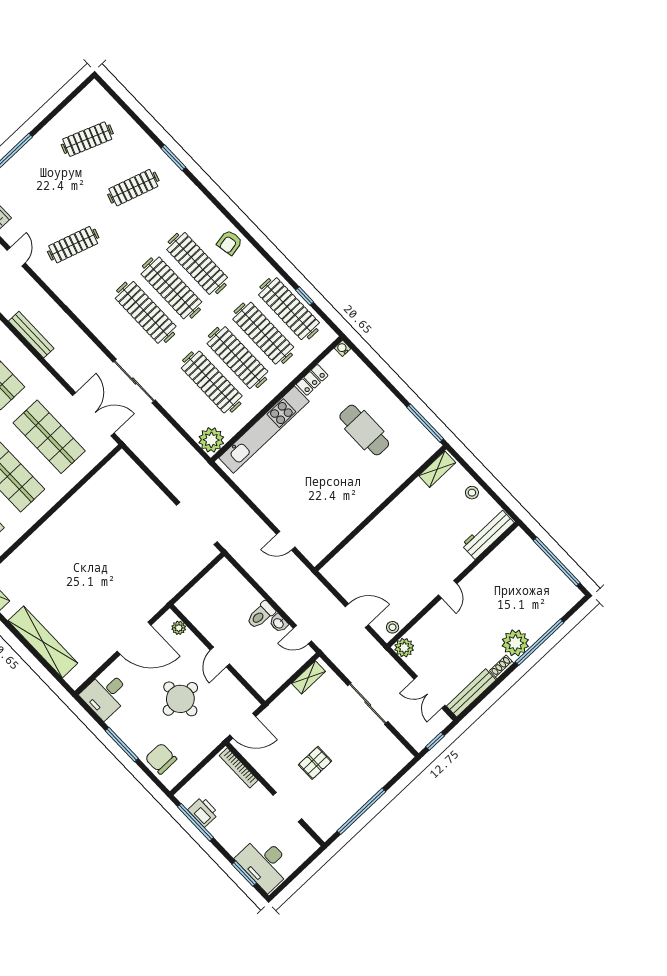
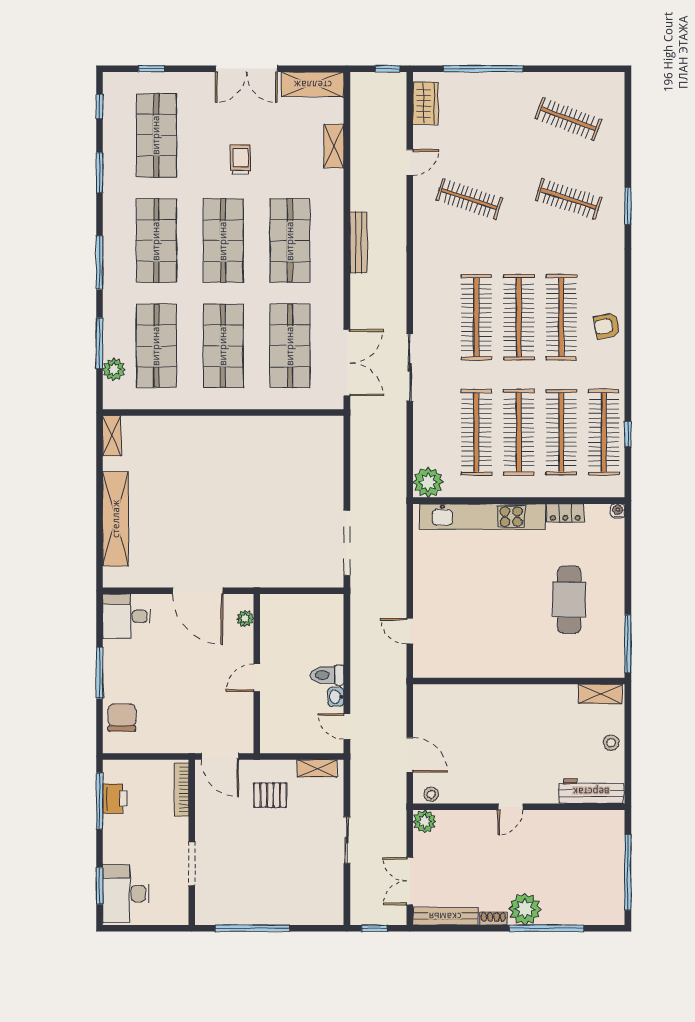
round table: (180, 699) -> (188, 682), removed
sliding door: (368, 703) -> (347, 840), width x0.73
pallet: (315, 763) -> (270, 795), moved

